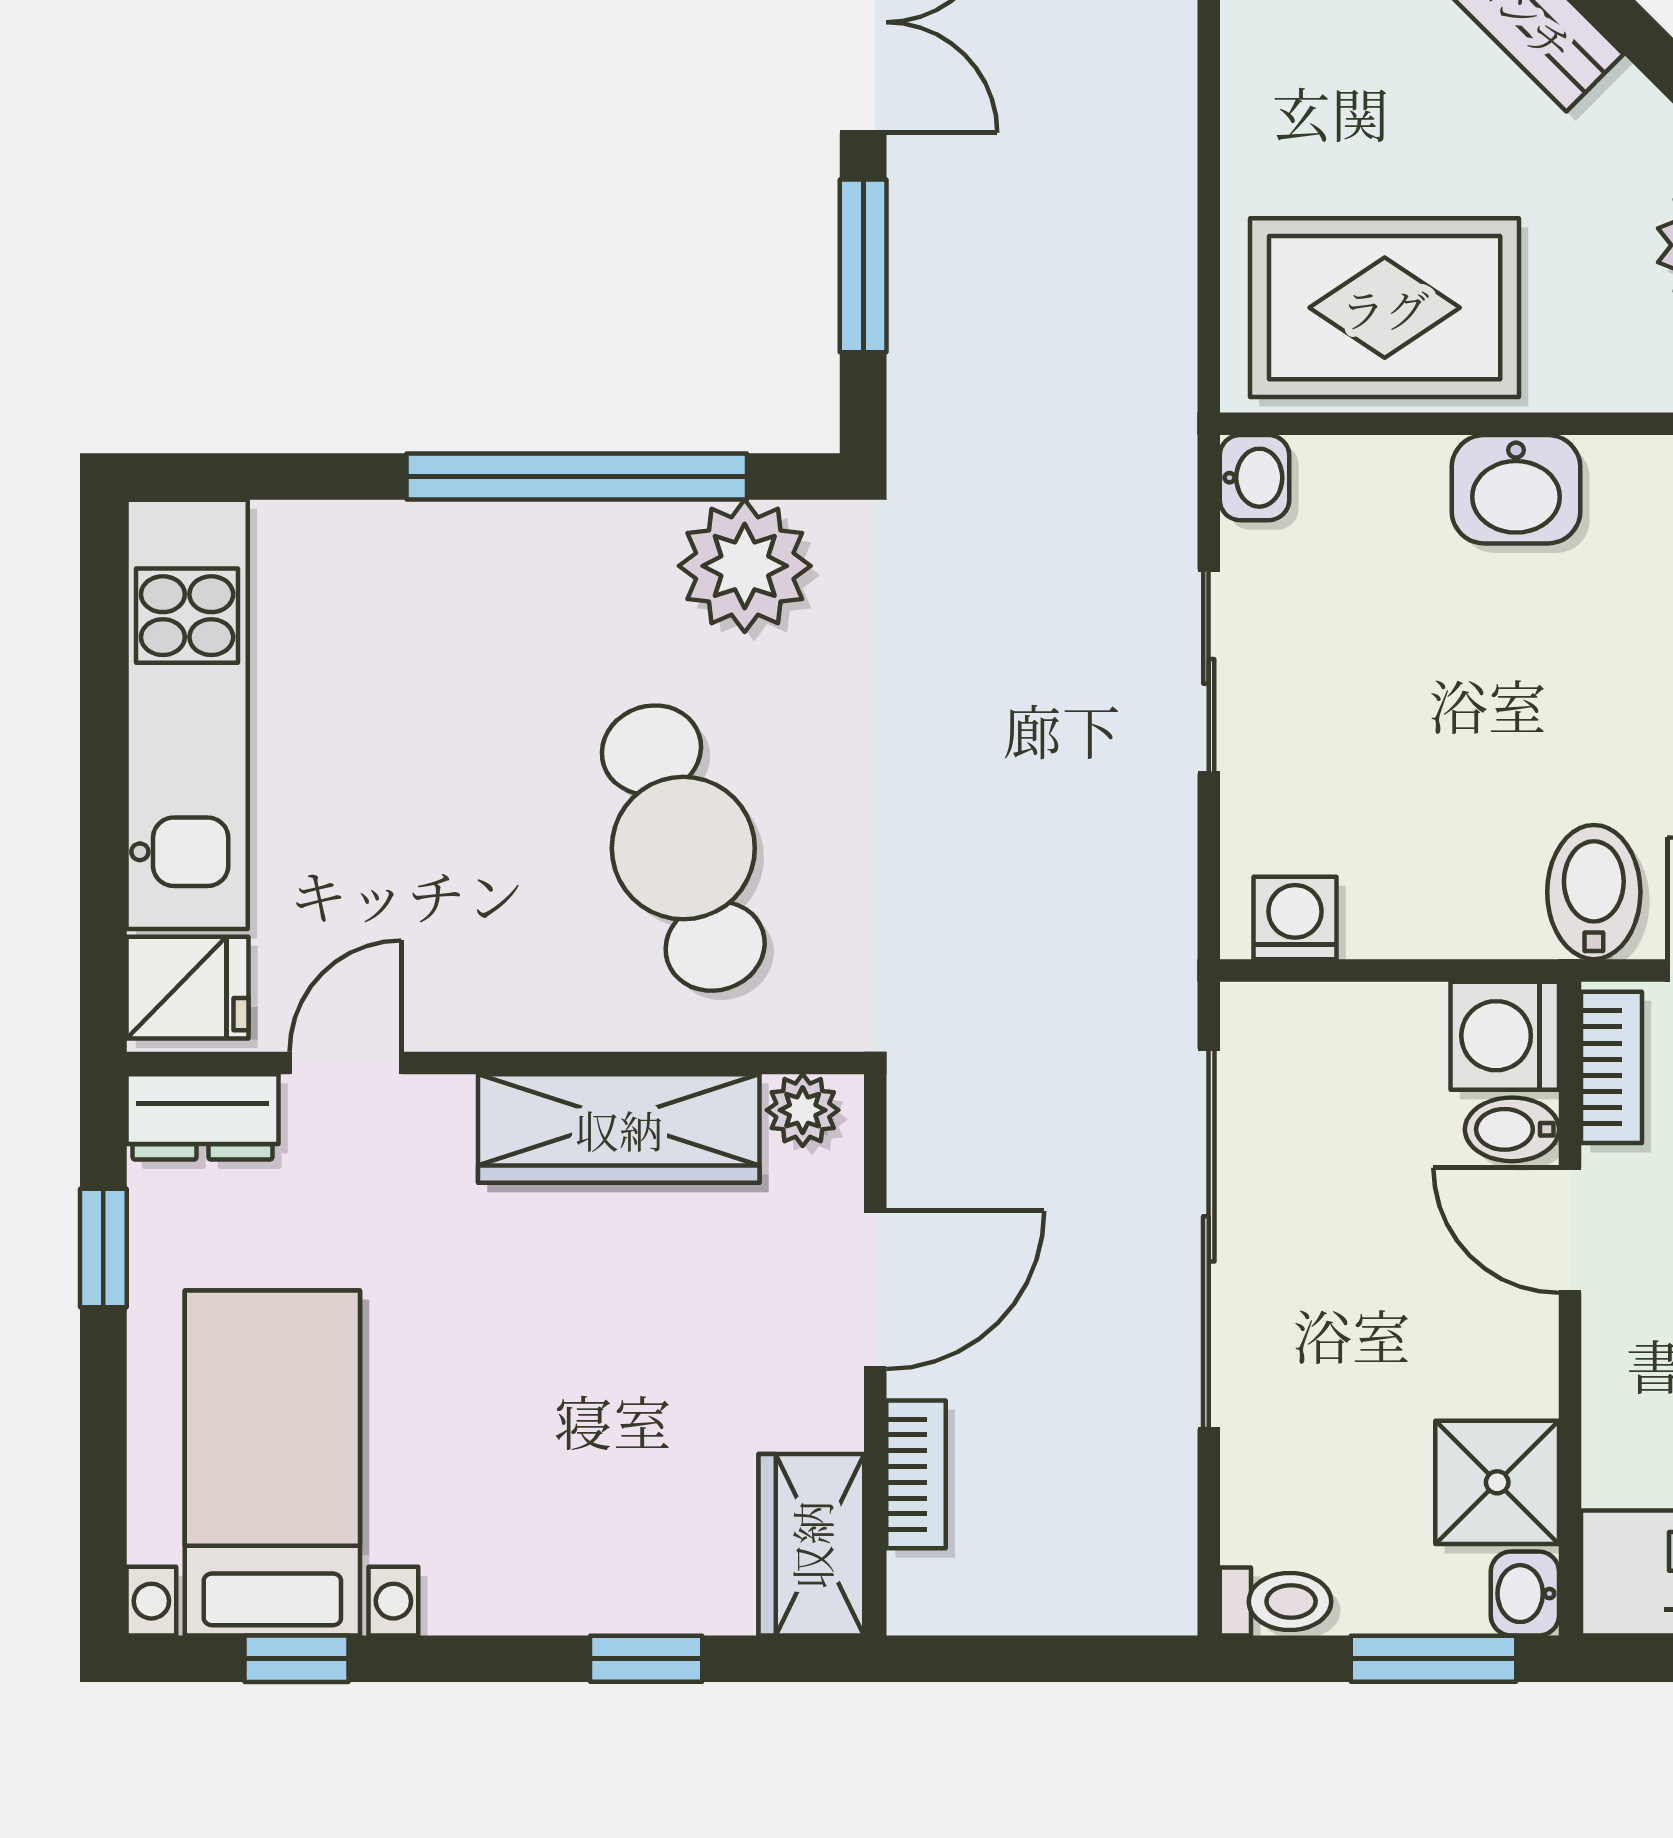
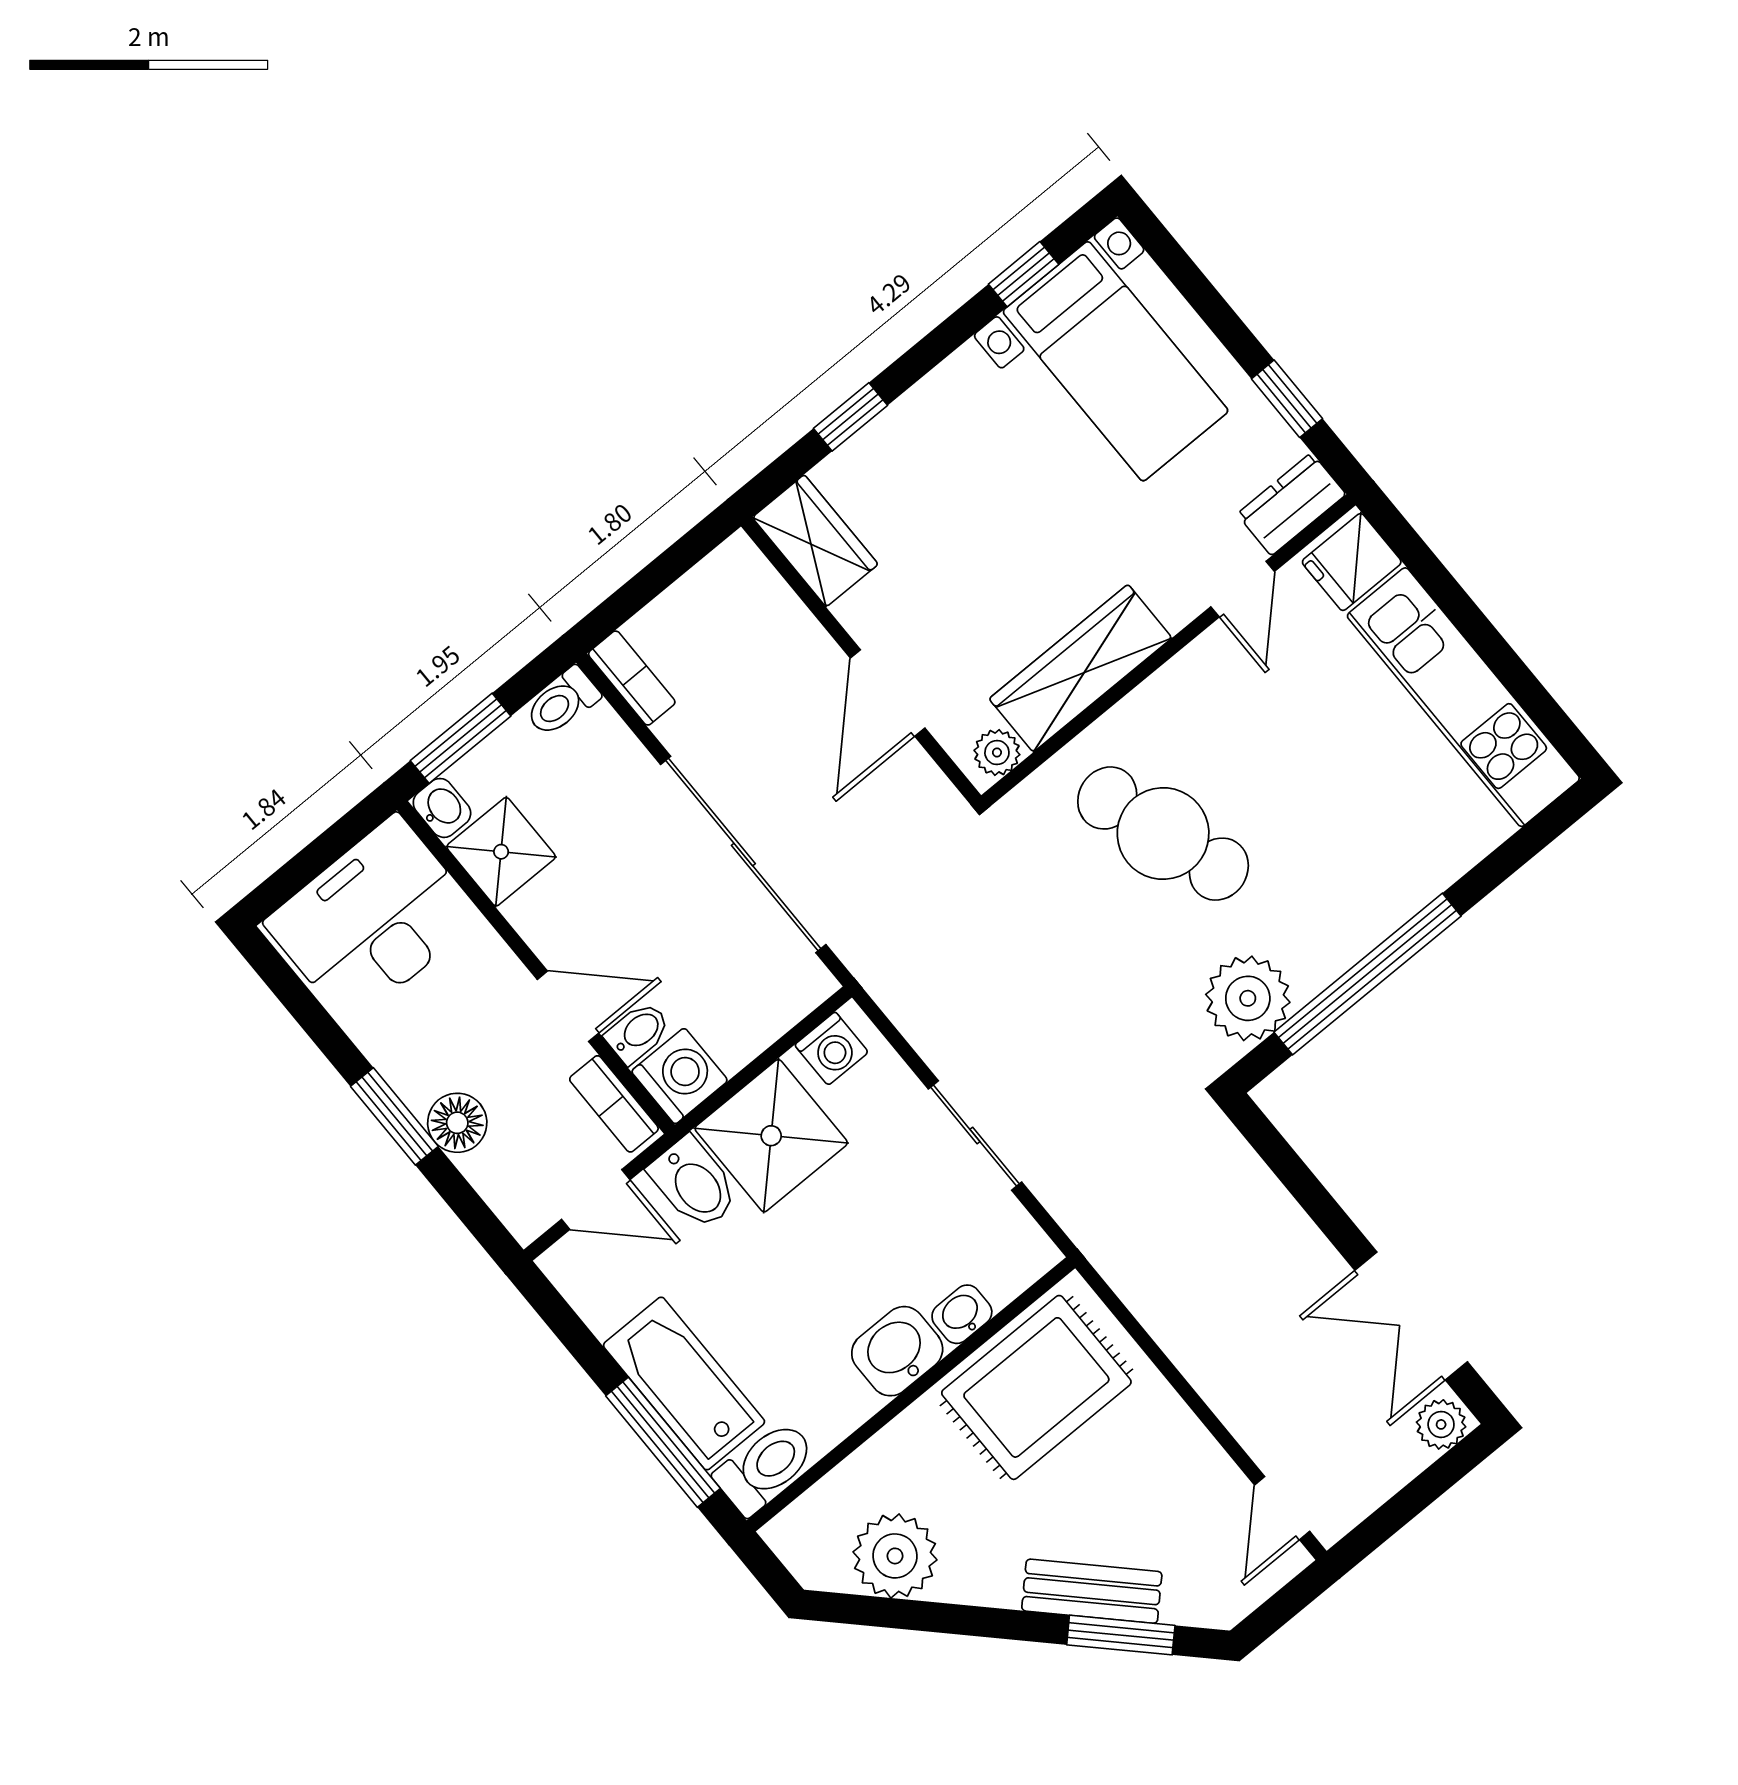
window: (863, 266) -> (1312, 1195), removed
washbasin: (1254, 478) -> (962, 1314), moved, turned 90
shower: (1454, 873) -> (771, 1136), added
bookcase: (916, 1474) -> (632, 678), moved, turned 180

